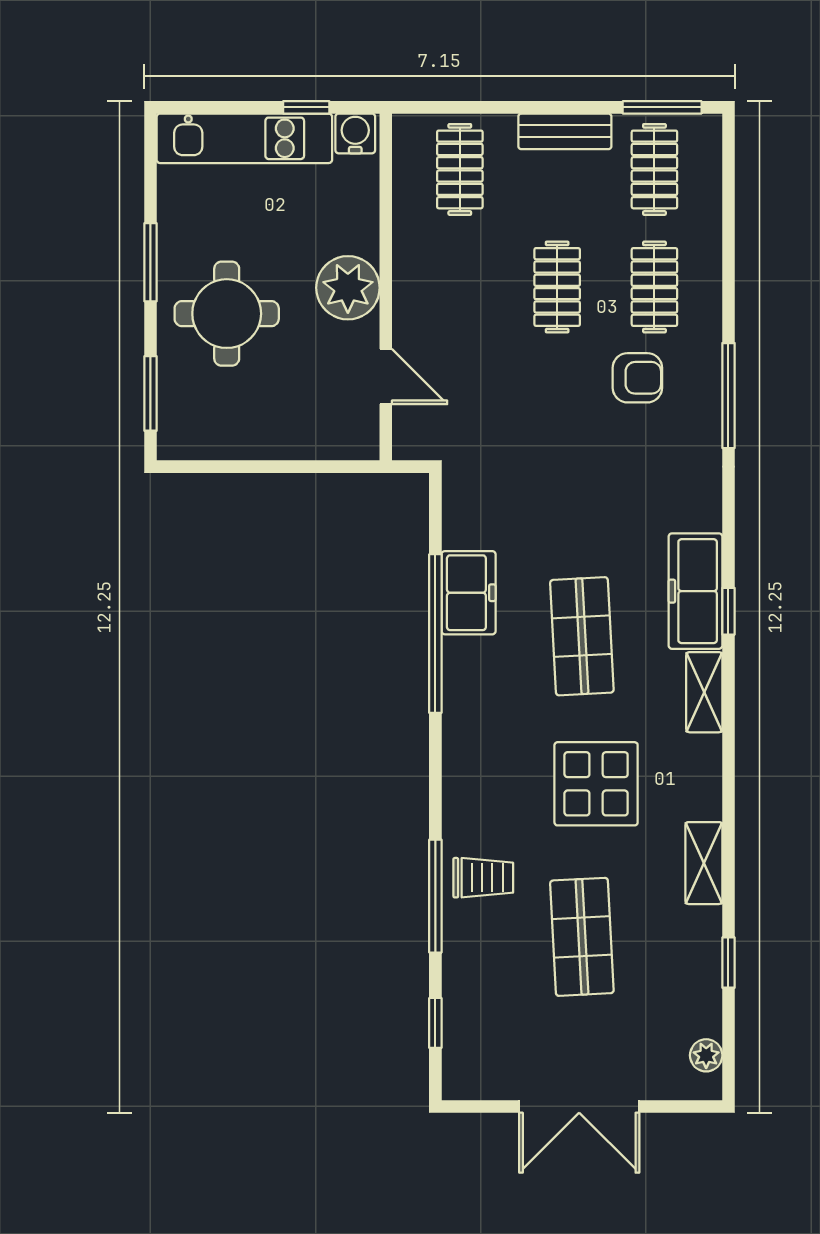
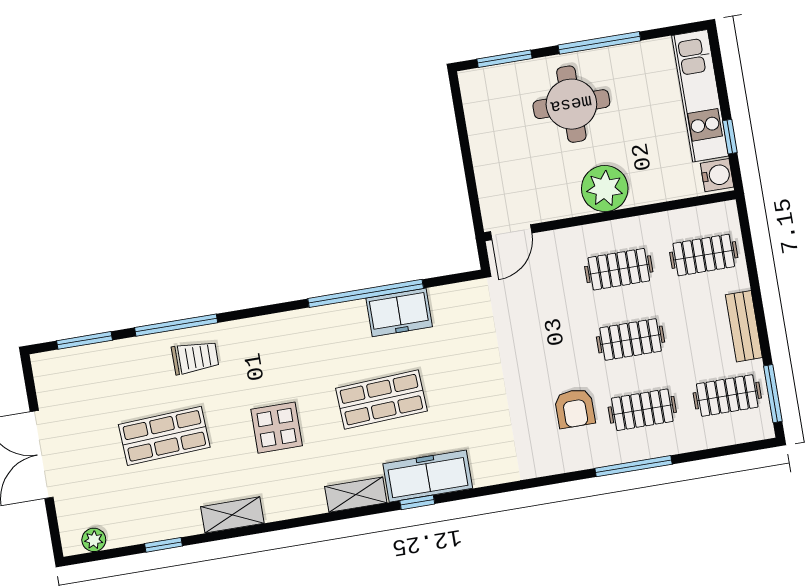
window: (150, 262) -> (599, 43), width x1.44
clothes rail: (460, 287) -> (619, 269), added
door: (386, 377) -> (511, 232), moved
window: (728, 396) -> (633, 466), moved
display table: (596, 784) -> (277, 428), width x0.73, depth x0.73
trolley: (483, 878) -> (195, 357), turned -90
window: (435, 1023) -> (85, 340), width x1.50

